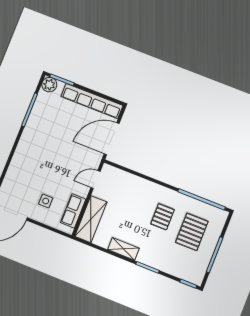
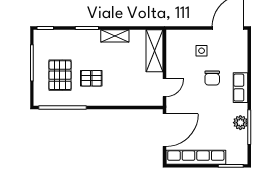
plant: (49, 85) -> (240, 123), moved
chair: (46, 171) -> (212, 78), added
row of seats: (73, 211) -> (240, 88), moved, turned 180
pallet: (163, 217) -> (91, 78), turned 90

